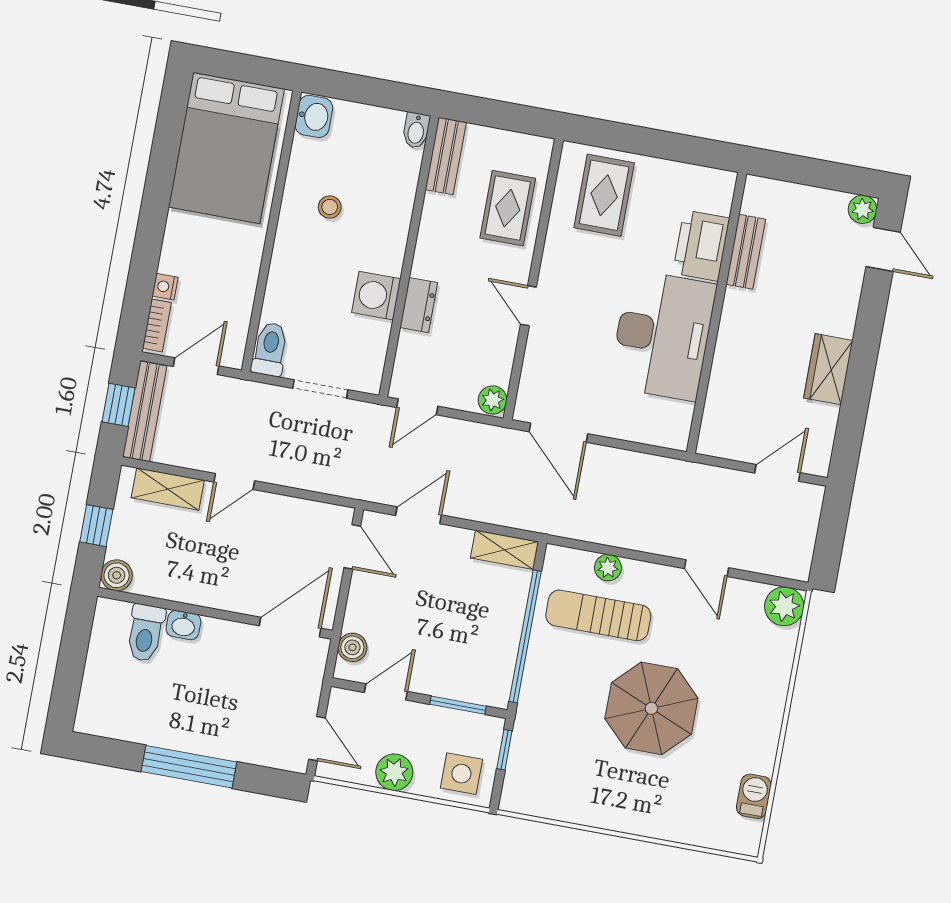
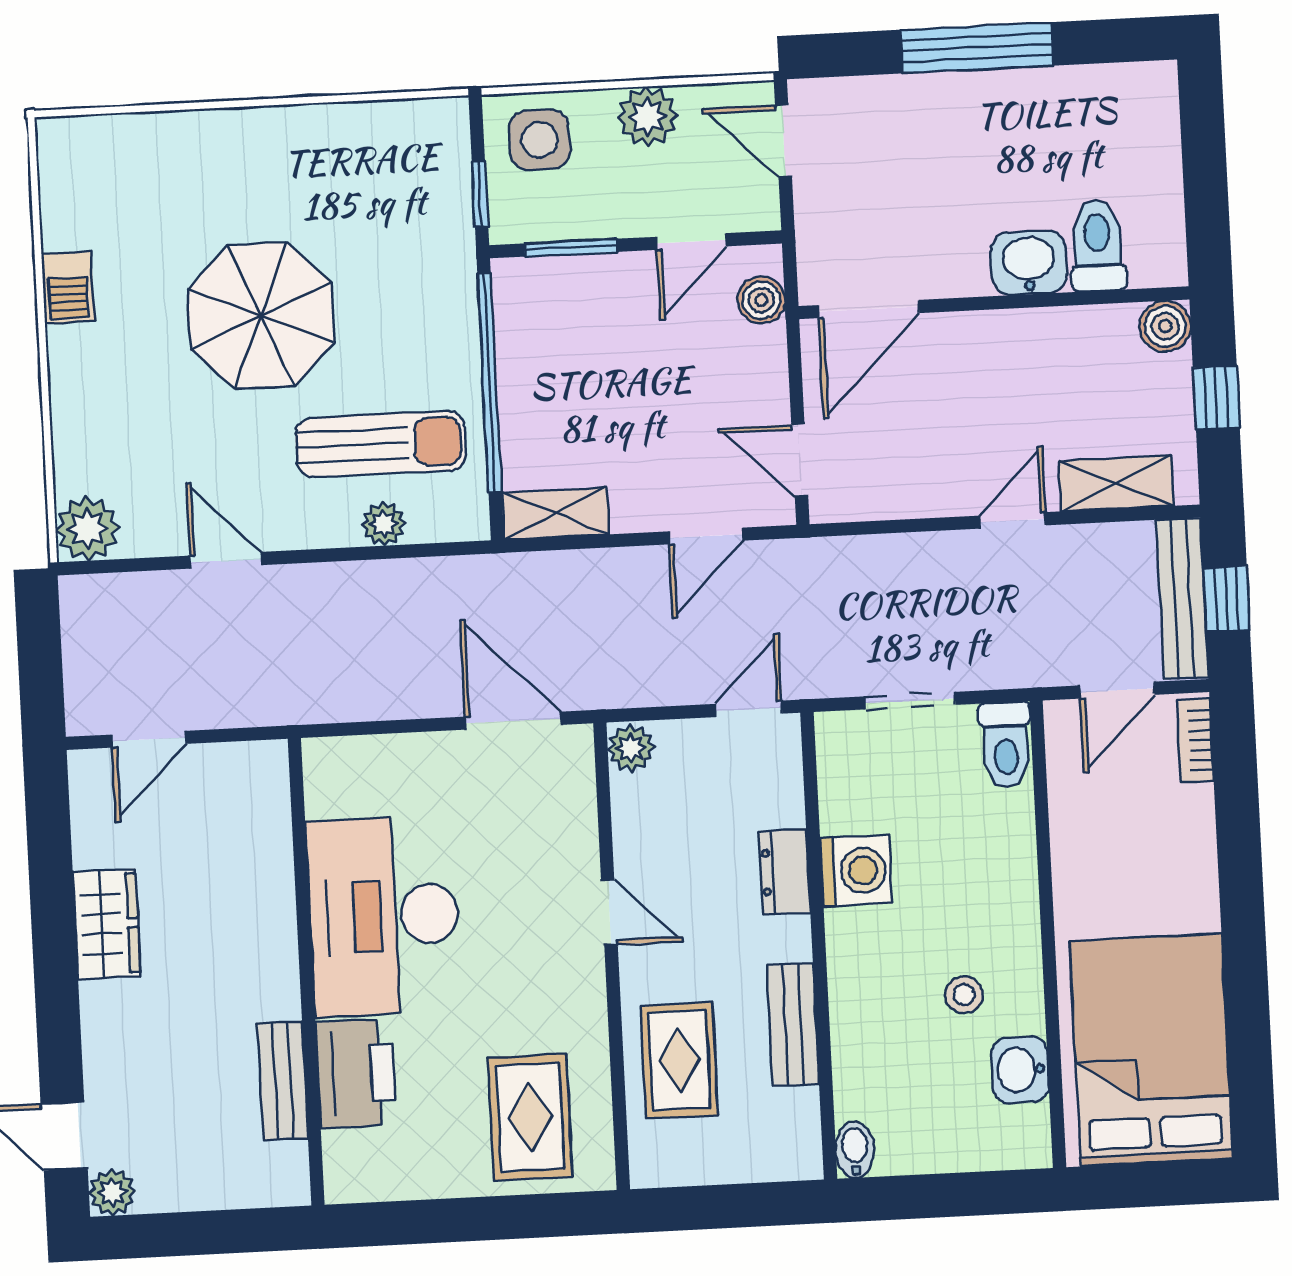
washbasin: (314, 116) -> (1020, 1070), moved
bench: (446, 156) -> (793, 1025), moved
nightstand: (165, 287) -> (1197, 805), removed
washbasin: (183, 625) -> (1029, 263), width x1.38, depth x1.45
barbecue: (754, 796) -> (68, 287), moved

